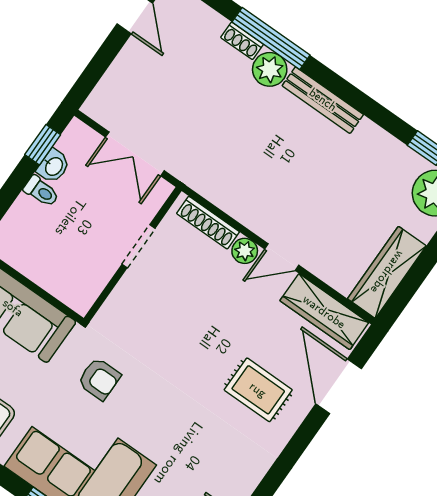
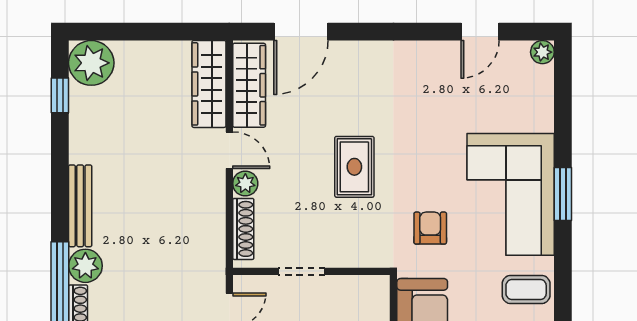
wardrobe: (387, 272) -> (209, 84), moved, turned 90
rug: (258, 390) -> (354, 167), moved

